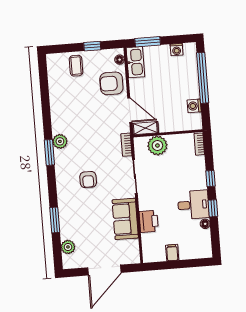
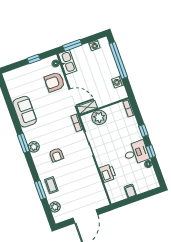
coffee table: (76, 66) -> (51, 185), moved
plant: (60, 141) -> (34, 147), moved
sofa: (125, 219) -> (25, 112), moved, turned 180

